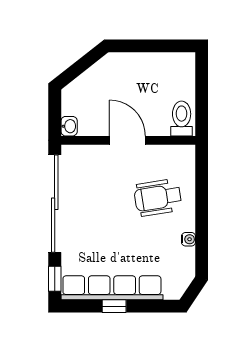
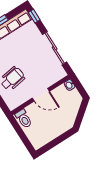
sliding door: (55, 204) -> (55, 48), width x0.73

